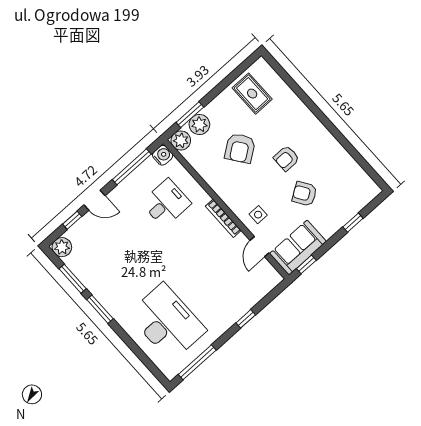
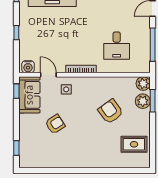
water cooler: (163, 155) -> (28, 67), moved
armchair: (286, 158) -> (83, 132), removed
window: (353, 223) -> (16, 148), moved

